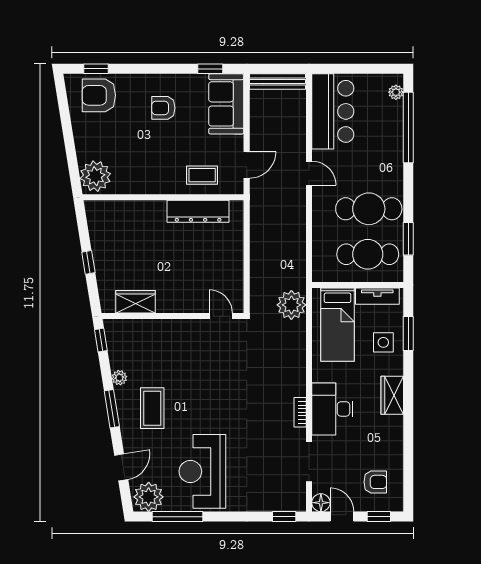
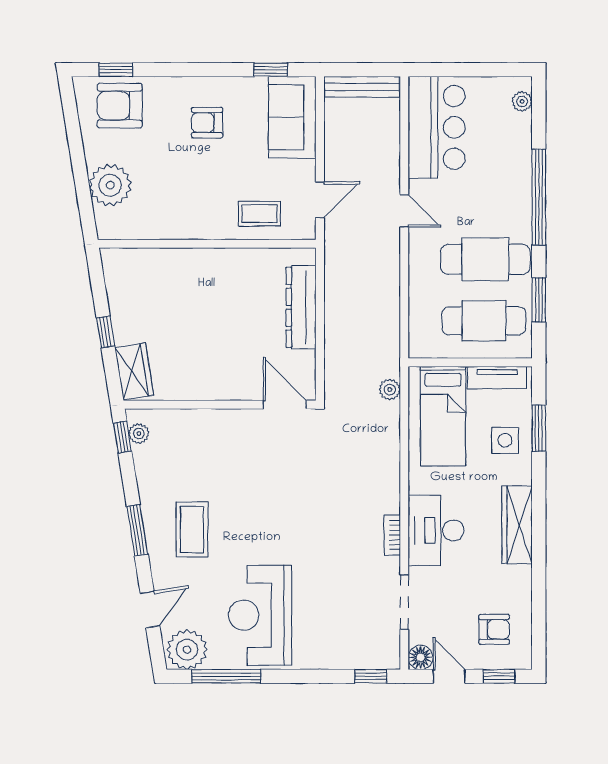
window: (408, 127) -> (539, 197), moved
plant: (95, 176) -> (110, 185), moved
dresser: (198, 211) -> (301, 307), moved, turned 90
wardrobe: (136, 302) -> (134, 371), moved, turned 81
plant: (291, 305) -> (390, 390), width x0.53, depth x0.53
door: (221, 316) -> (285, 405), width x1.38
plant: (119, 378) -> (139, 433), moved
wardrobe: (392, 395) -> (517, 525), width x1.50

